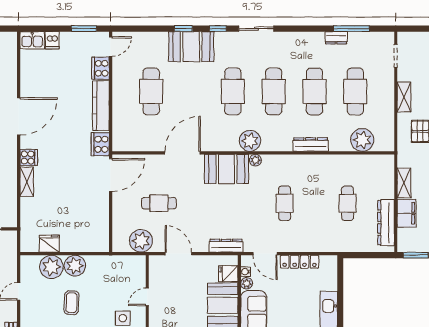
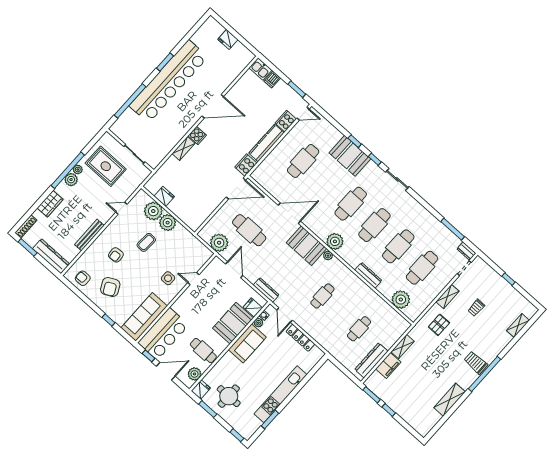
dresser: (336, 38) -> (466, 251), moved
cafe table: (159, 203) -> (249, 230), width x1.37, depth x1.35

